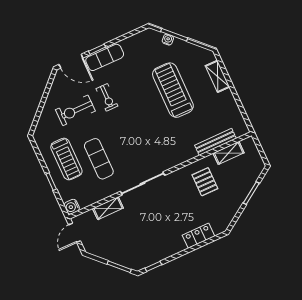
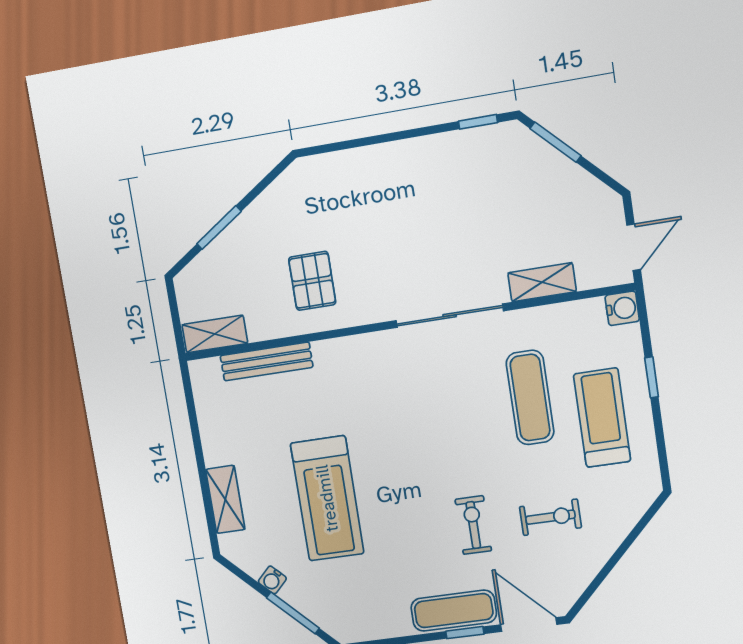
water cooler: (168, 40) -> (272, 580), moved
exercise bike: (75, 110) -> (550, 517), width x0.73, depth x0.72
shelving: (229, 153) -> (215, 334), moved
locker: (199, 236) -> (358, 164), removed

